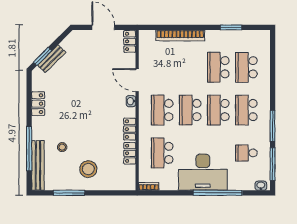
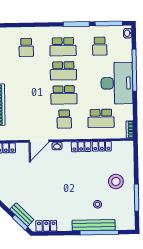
school desk: (218, 67) -> (27, 71), removed
school desk: (246, 67) -> (26, 47), width x0.54
locker: (38, 104) -> (46, 226), moved
school desk: (162, 110) -> (64, 119), width x0.54
bench: (38, 165) -> (94, 225), moved

